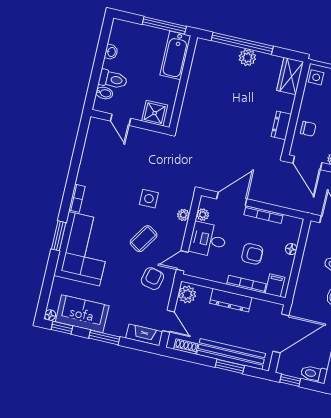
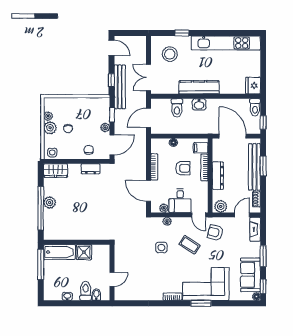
shower: (155, 113) -> (84, 252), moved
armchair: (252, 254) -> (183, 168), turned 90

